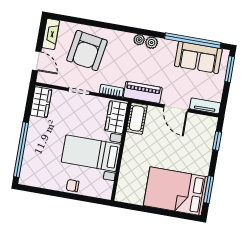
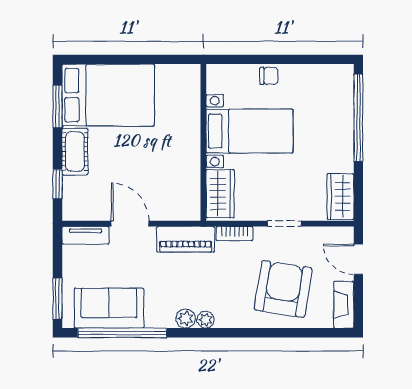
cot: (137, 118) -> (75, 152), moved

